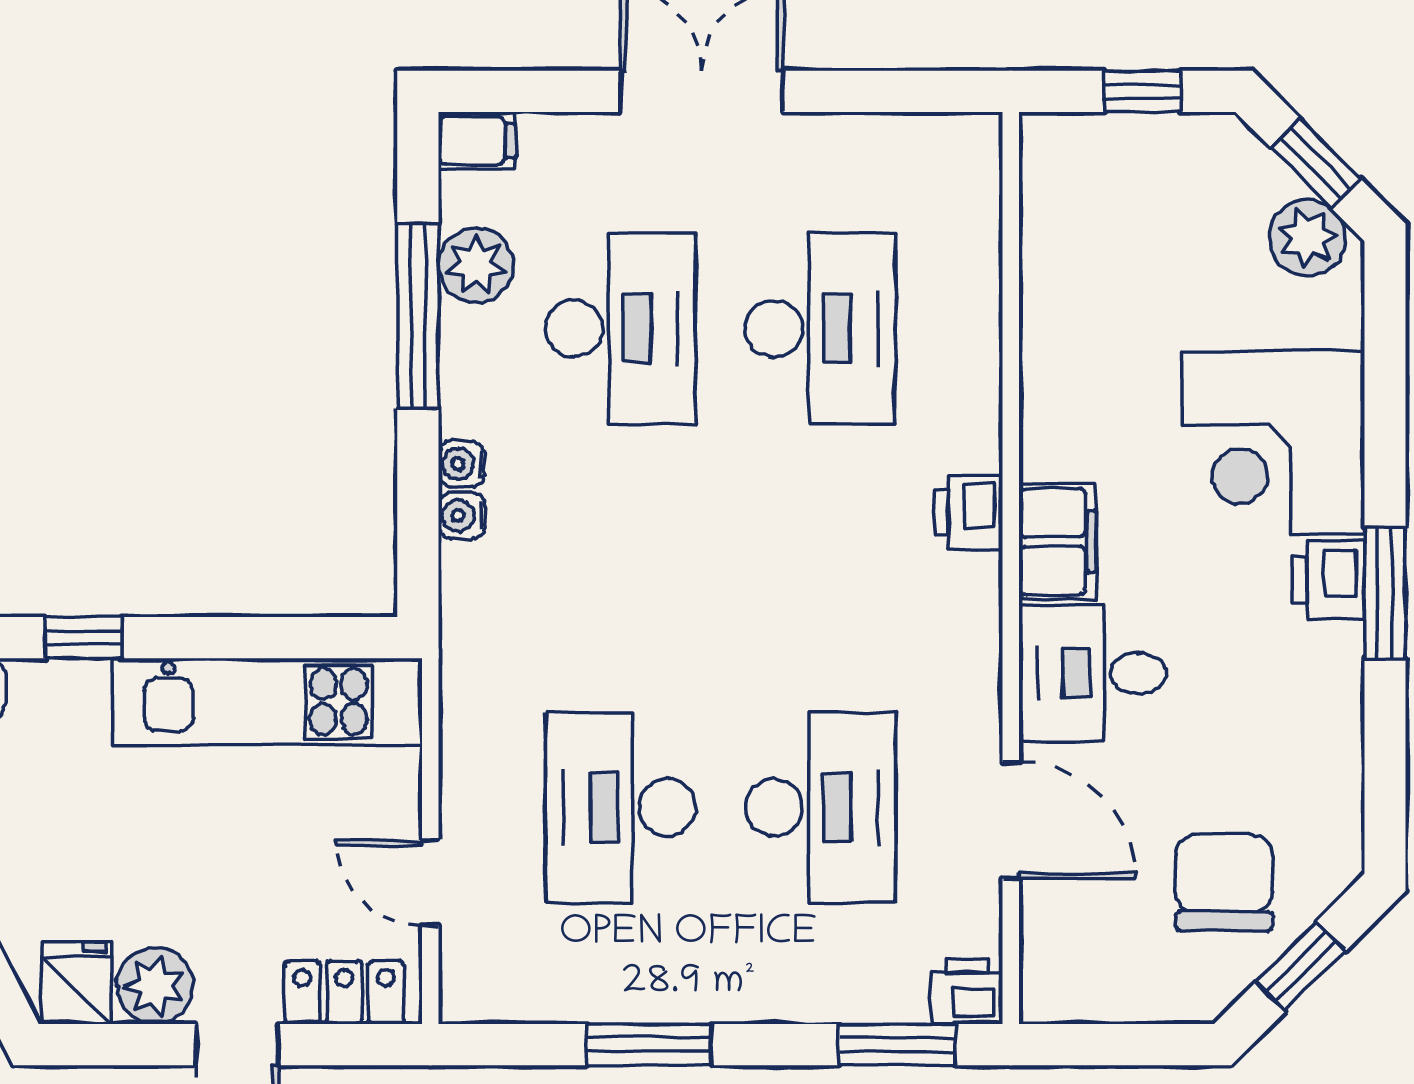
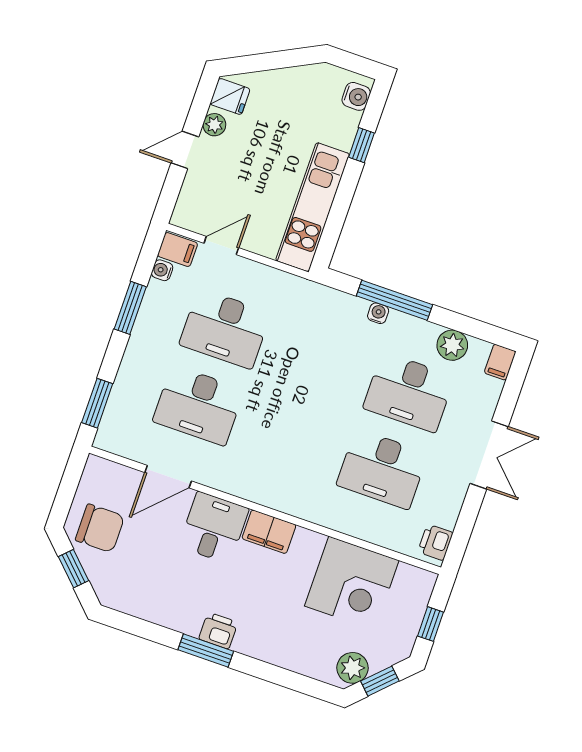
window: (418, 316) -> (394, 300), moved
corner desk: (1273, 443) -> (352, 583), moved, turned 180
printer: (969, 512) -> (435, 542), moved, turned -90
water cooler: (462, 516) -> (162, 270), moved, turned -90
desk: (620, 807) -> (225, 329), turned 180
chair: (1224, 883) -> (100, 528), moved
filing cabinet: (475, 982) -> (178, 249), added
plant: (155, 986) -> (214, 125), width x0.73, depth x0.73
locker: (344, 992) -> (191, 198), removed
printer: (967, 992) -> (108, 437), removed

